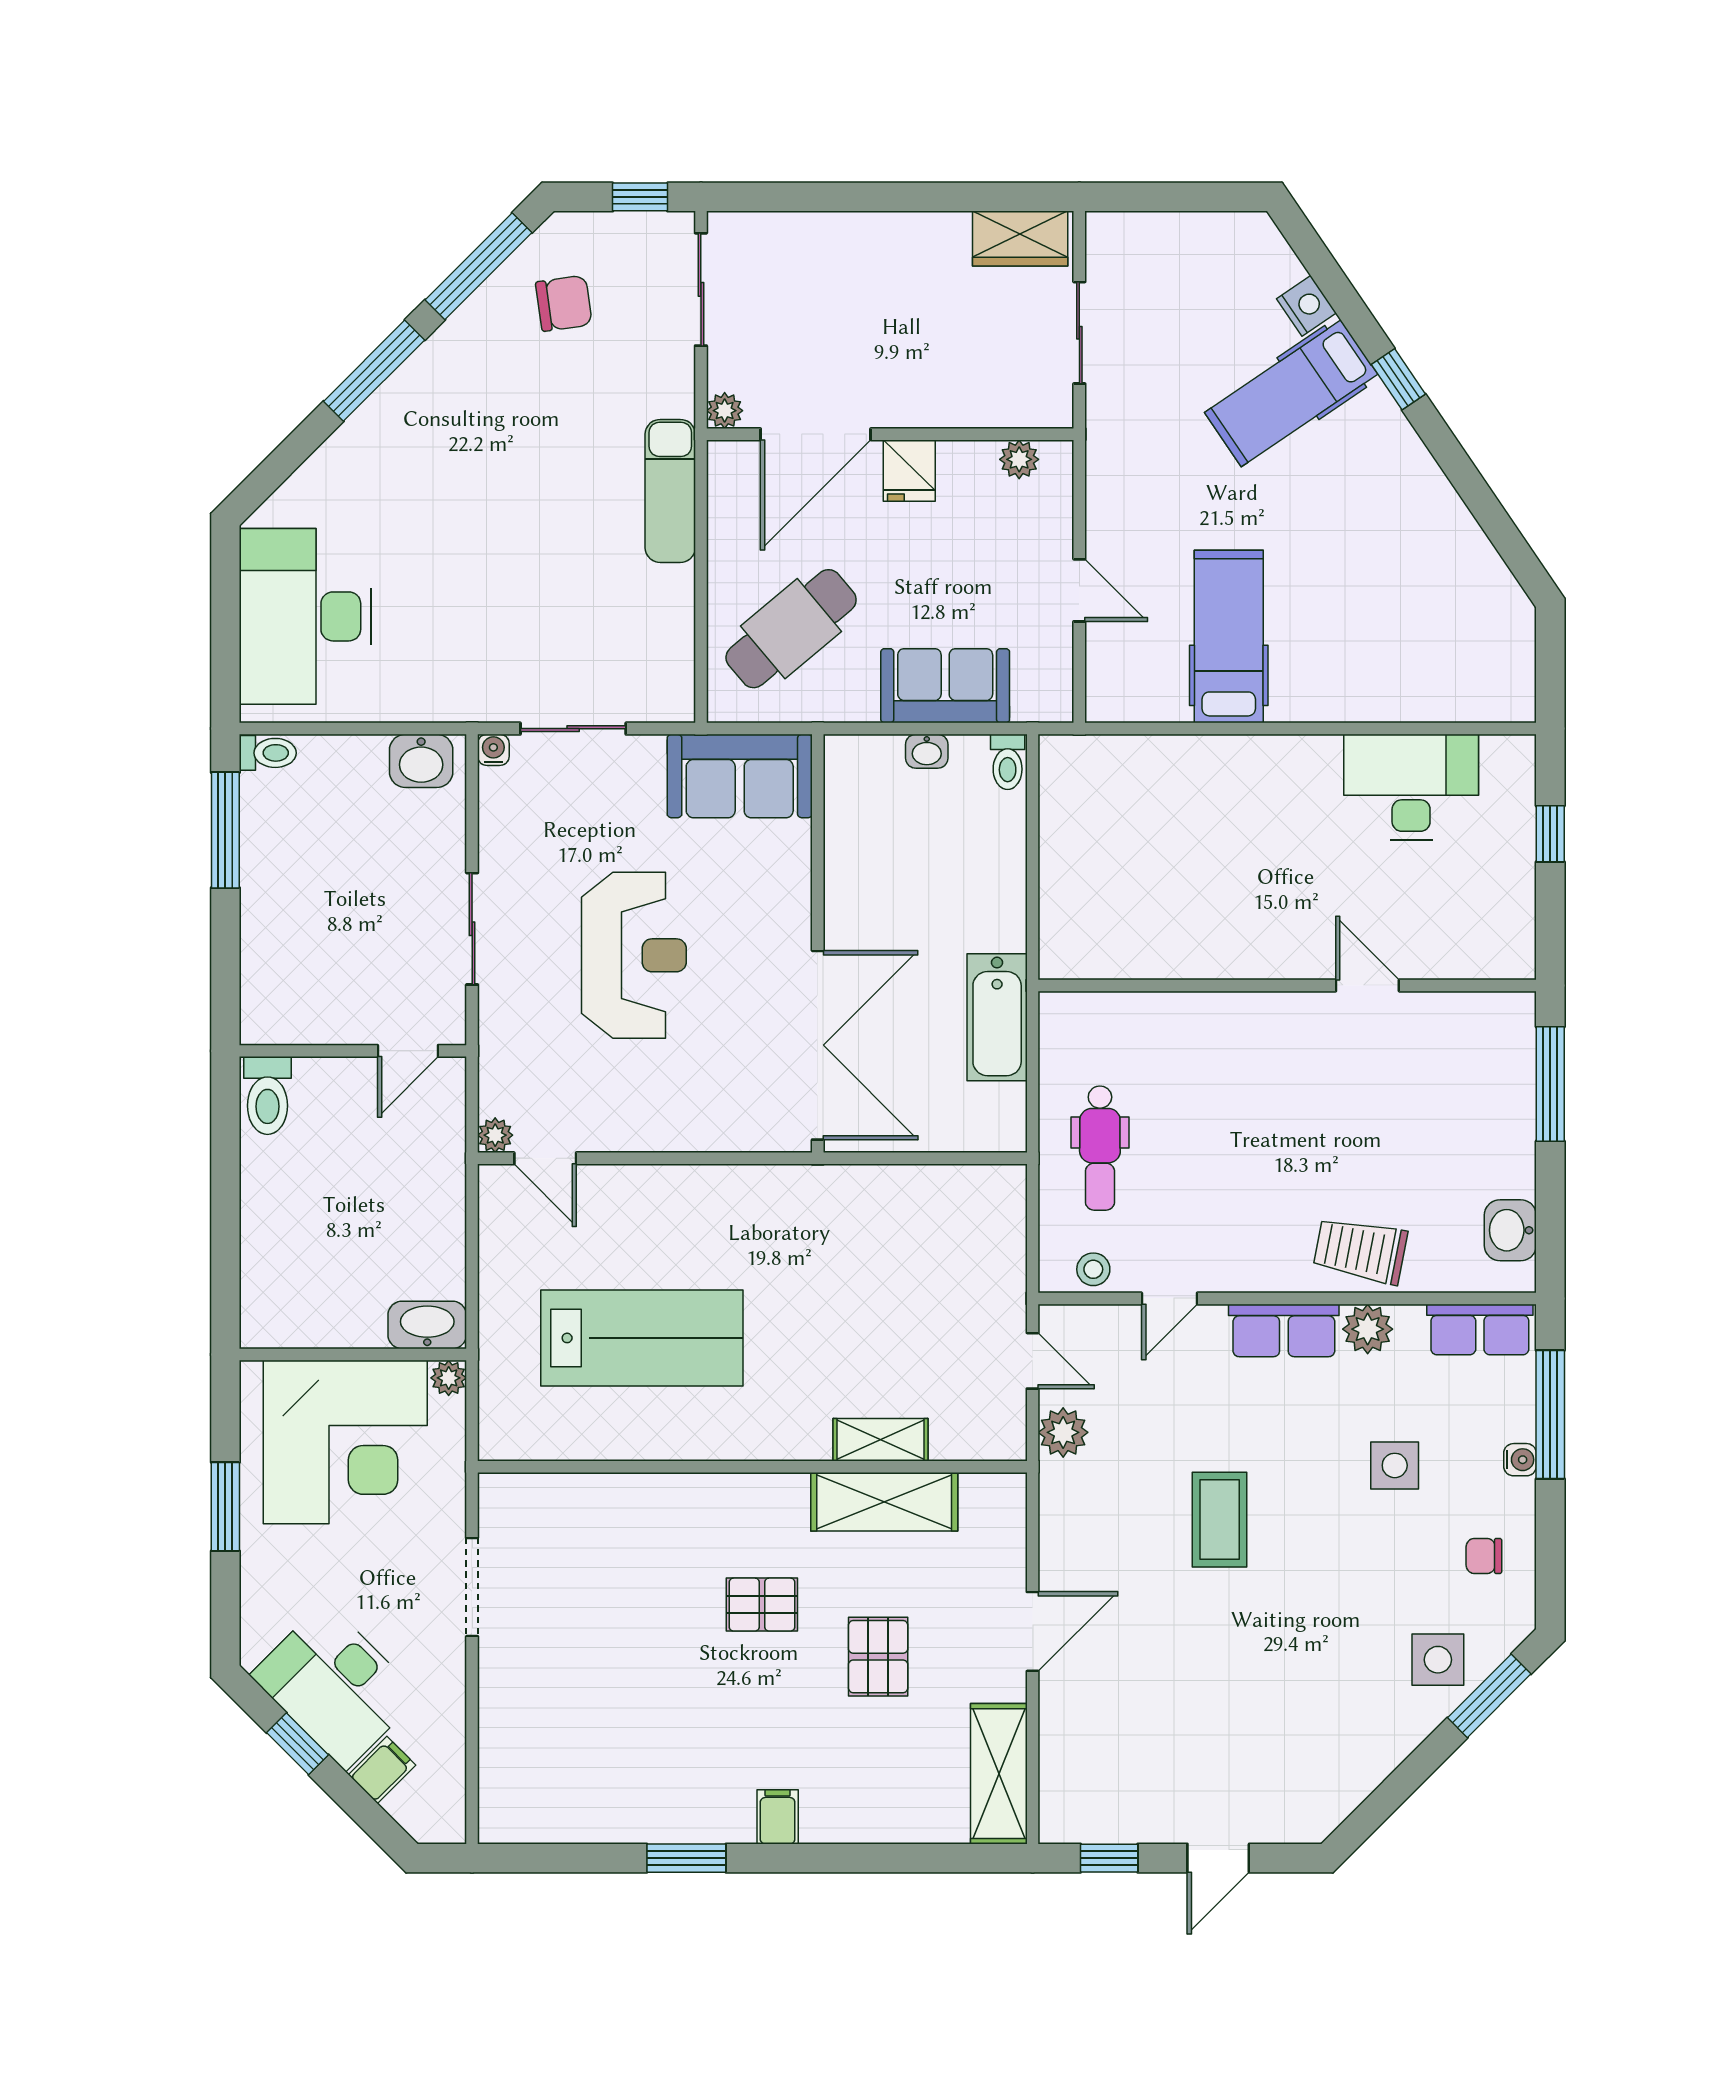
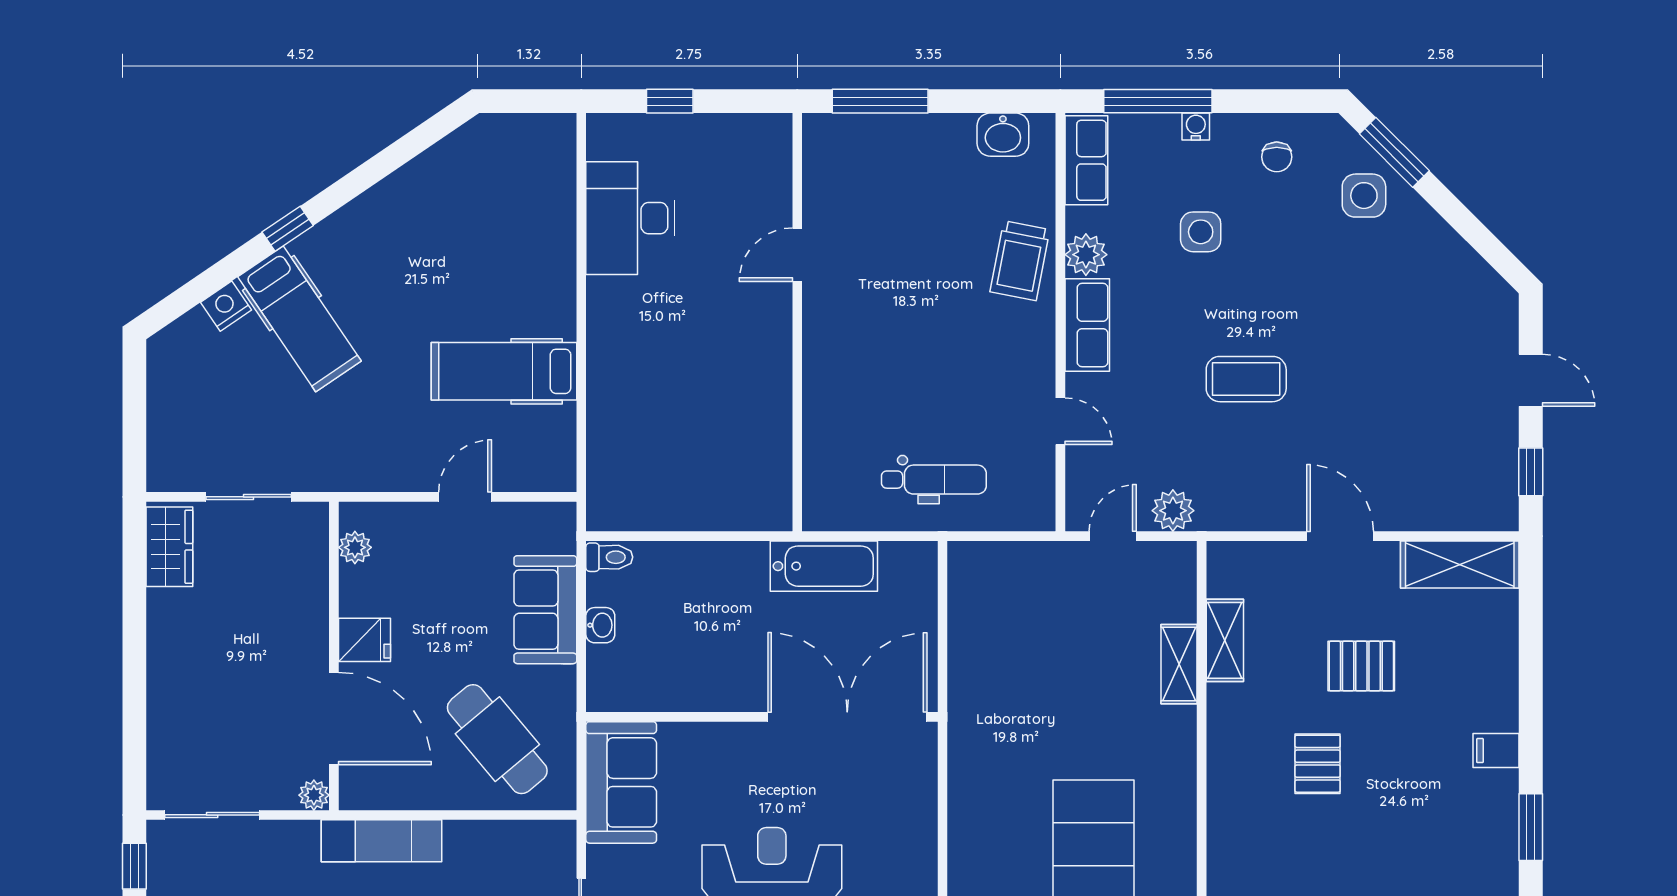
stool: (1093, 1269) -> (1036, 485), removed
shelving: (884, 1502) -> (1225, 640), width x0.67, depth x0.75

